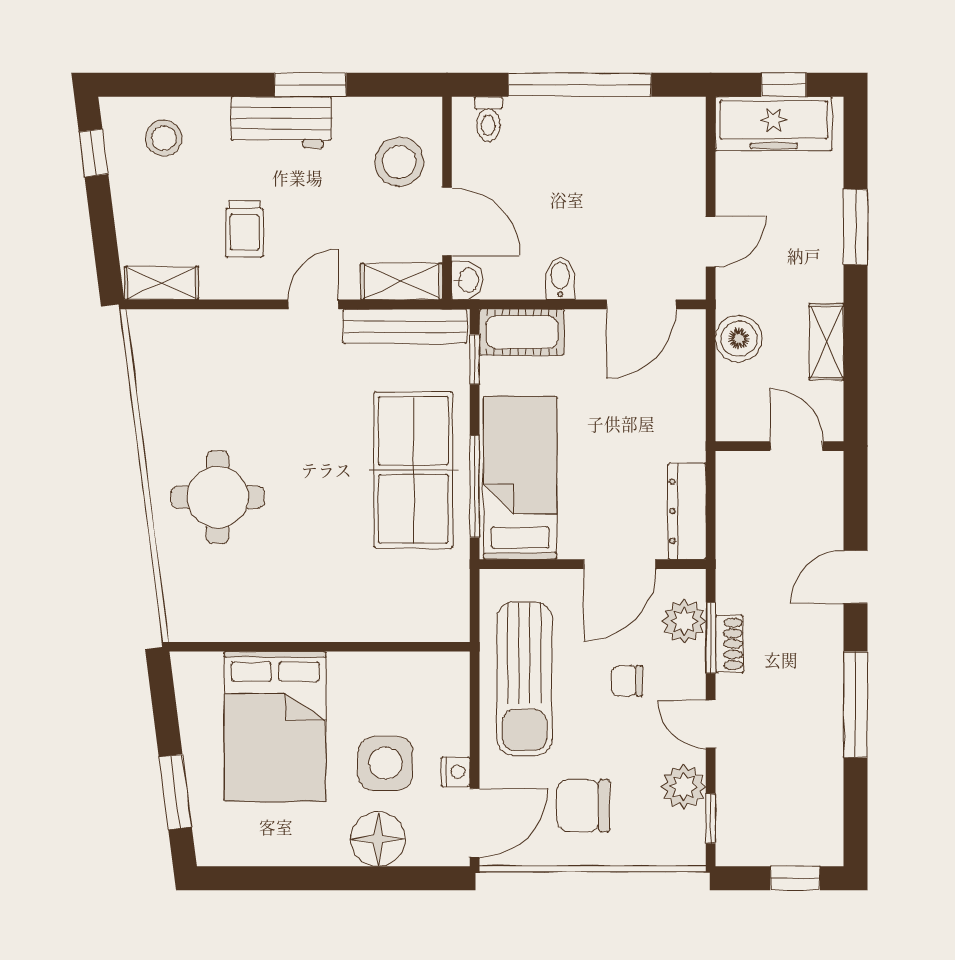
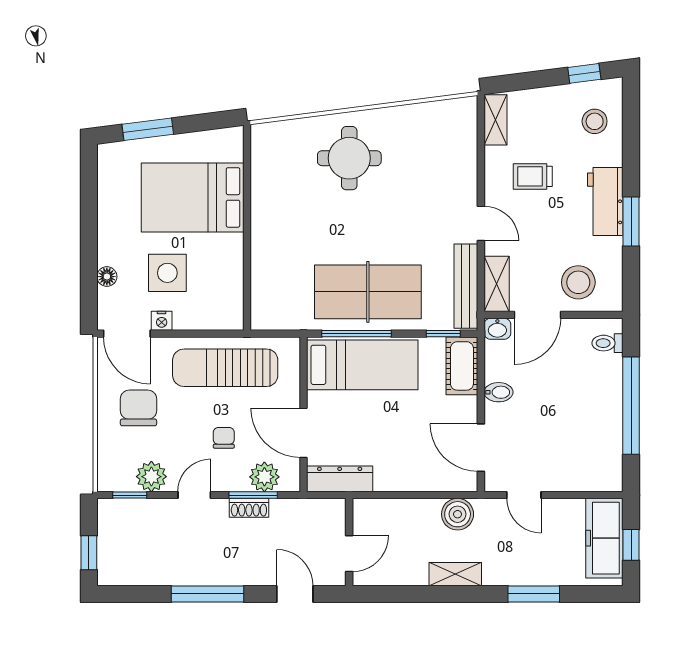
wall: (780, 446) -> (349, 542), moved
door: (796, 446) -> (349, 554), moved
floor lamp: (378, 839) -> (107, 277), width x0.53, depth x0.53

